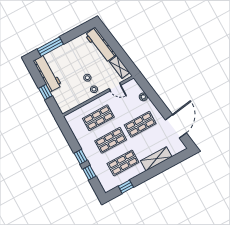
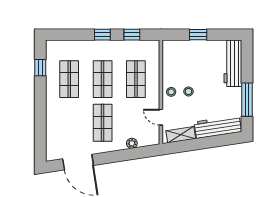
window: (50, 47) -> (247, 100), moved
workbench: (47, 73) -> (233, 63), moved, turned 90
door: (115, 87) -> (161, 117), hinge flipped
shelving: (156, 159) -> (53, 120), removed
window: (89, 173) -> (132, 35), moved

